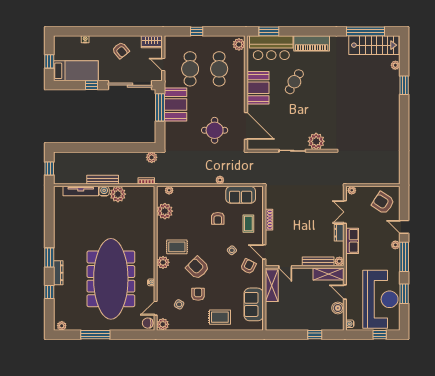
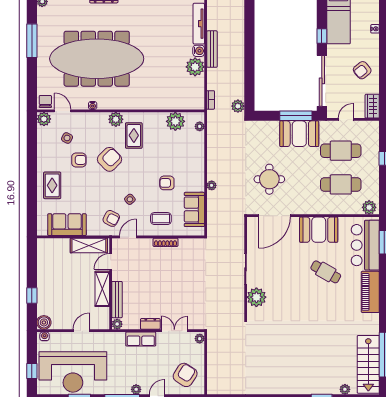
shelving: (328, 274) -> (102, 289), moved
boiler: (338, 308) -> (44, 322), moved

